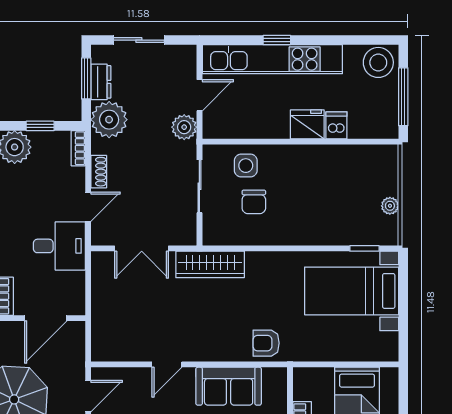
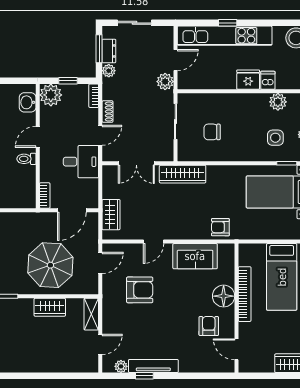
plant: (109, 120) -> (109, 71), width x0.53, depth x0.53
plant: (351, 157) -> (278, 102), added
side table: (246, 166) -> (275, 138), moved
chair: (254, 202) -> (212, 132), turned 90
wardrobe: (104, 324) -> (111, 215), added

